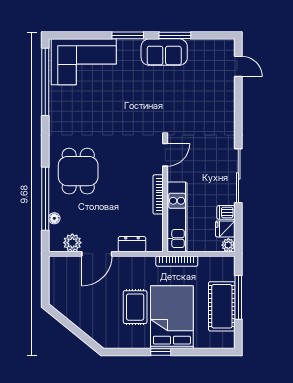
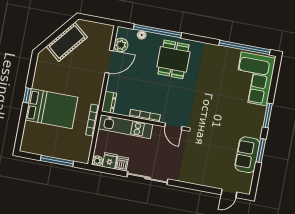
sofa: (164, 52) -> (247, 155), moved
dining table: (78, 171) -> (173, 59), turned 90
dresser: (132, 244) -> (109, 102), moved
door: (97, 254) -> (109, 62), swing flipped
cot: (222, 306) -> (67, 42), moved, turned -51
rug: (135, 307) -> (64, 83), removed

